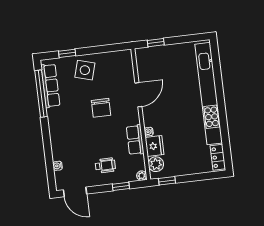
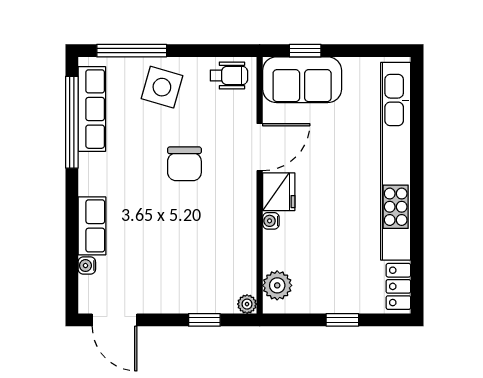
window: (67, 53) -> (132, 51), width x2.17
sofa: (156, 58) -> (302, 80), added
row of seats: (135, 140) -> (92, 226), moved, turned 180
fridge: (155, 146) -> (279, 192), moved
wheelchair: (105, 165) -> (229, 76), moved
window: (167, 181) -> (342, 320), moved

